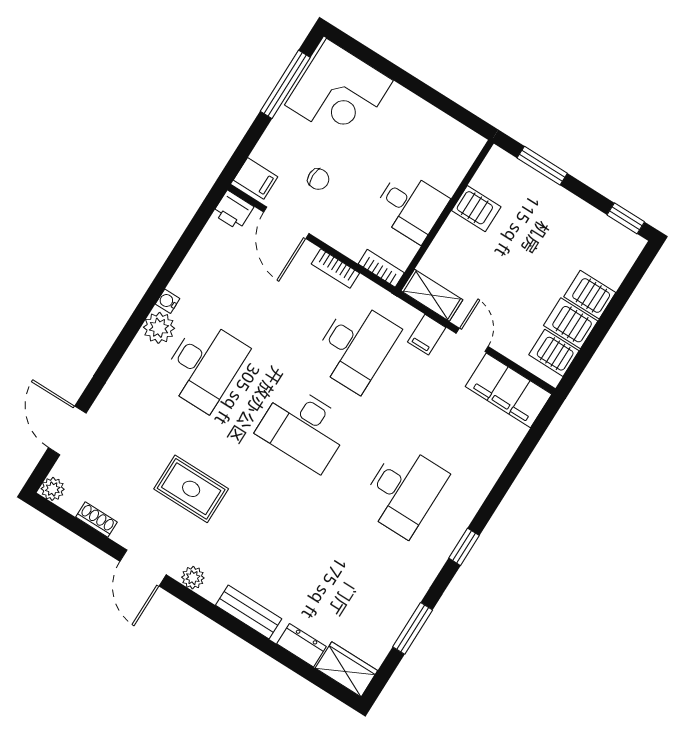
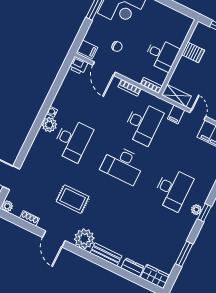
plant: (448, 539) -> (196, 210), added
plant: (193, 578) -> (84, 239), width x1.87, depth x1.87

